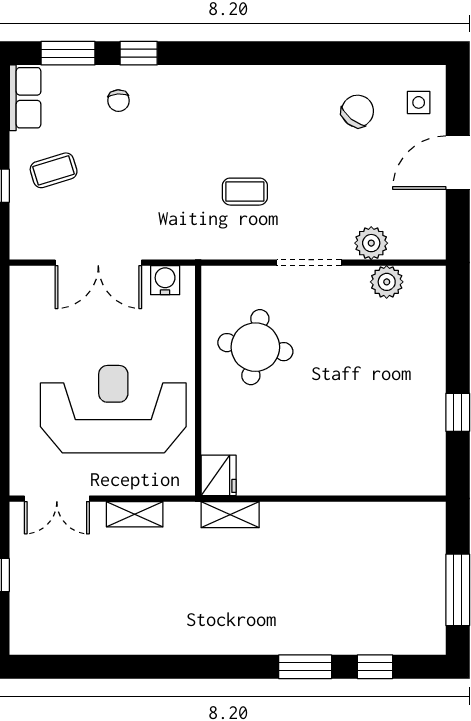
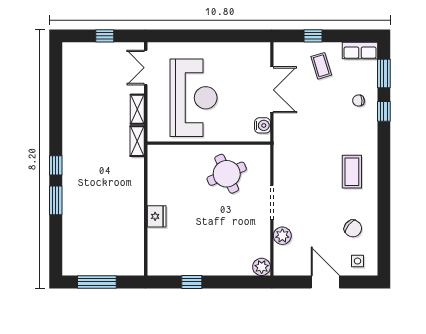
coffee table: (245, 192) -> (352, 172), moved, width x1.36, depth x1.30
double door: (98, 263) -> (272, 90), swing flipped
plant: (387, 282) -> (262, 267), moved
round table: (255, 347) -> (227, 174), turned -33
fridge: (219, 475) -> (157, 216), moved, turned -90
shelving: (230, 515) -> (137, 141), moved
window: (375, 667) -> (56, 165), moved

